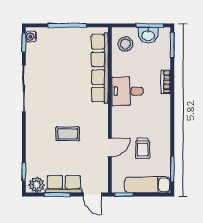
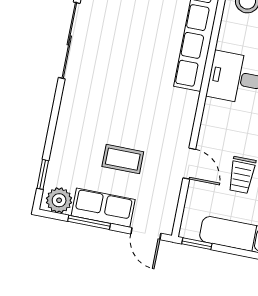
coffee table: (68, 134) -> (123, 159), moved
door: (110, 148) -> (189, 164), hinge flipped

